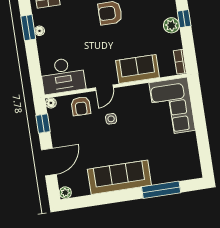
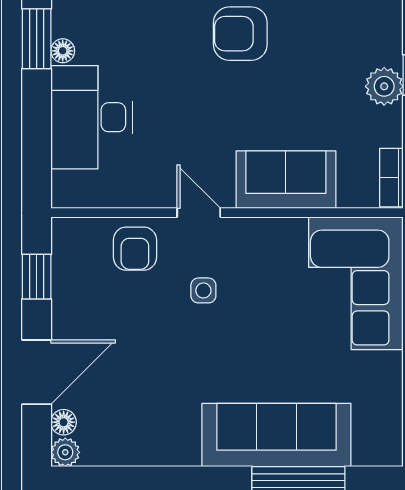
desk: (63, 76) -> (91, 117), moved, turned 90
door: (104, 88) -> (199, 213), swing flipped
floor lamp: (51, 103) -> (64, 422), moved
sofa: (119, 177) -> (276, 435), moved

